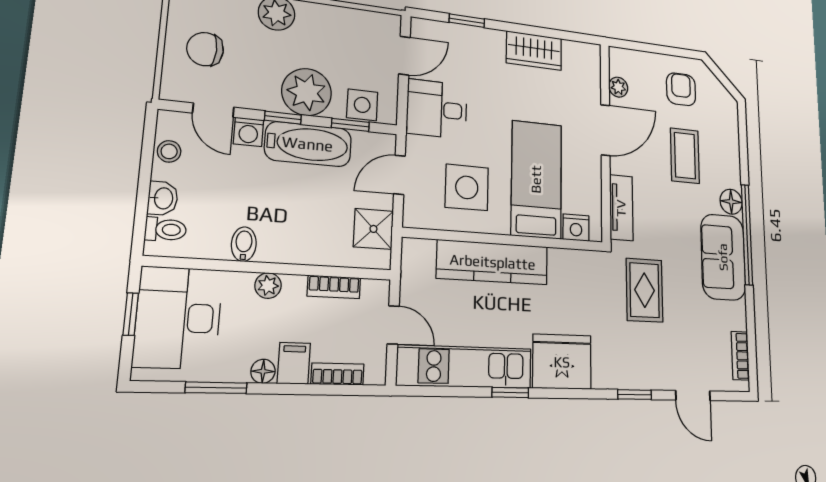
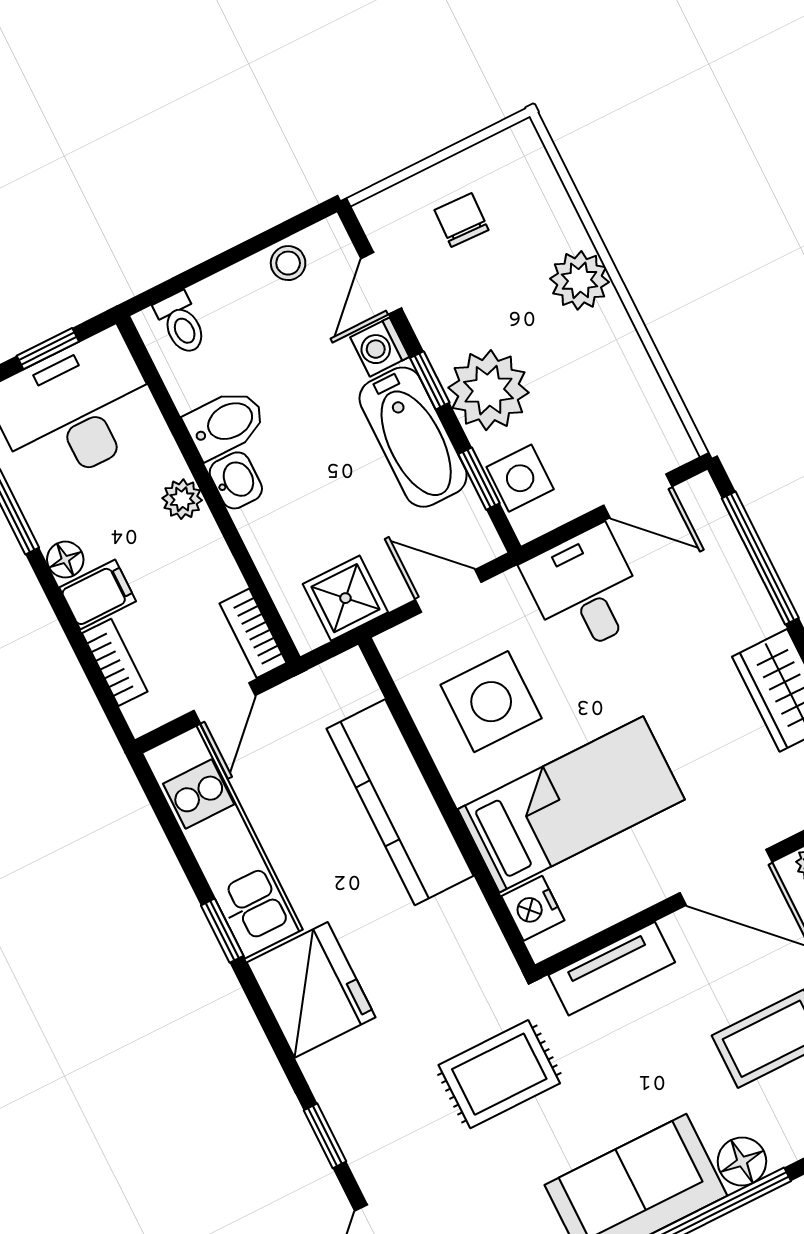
window: (467, 21) -> (760, 558), width x2.17
chair: (205, 49) -> (461, 220), width x0.73, depth x0.73
washbasin: (163, 198) -> (236, 480), moved, turned -90
bidet: (244, 244) -> (225, 423), width x1.38, depth x1.36
bookcase: (334, 287) -> (253, 633), moved

